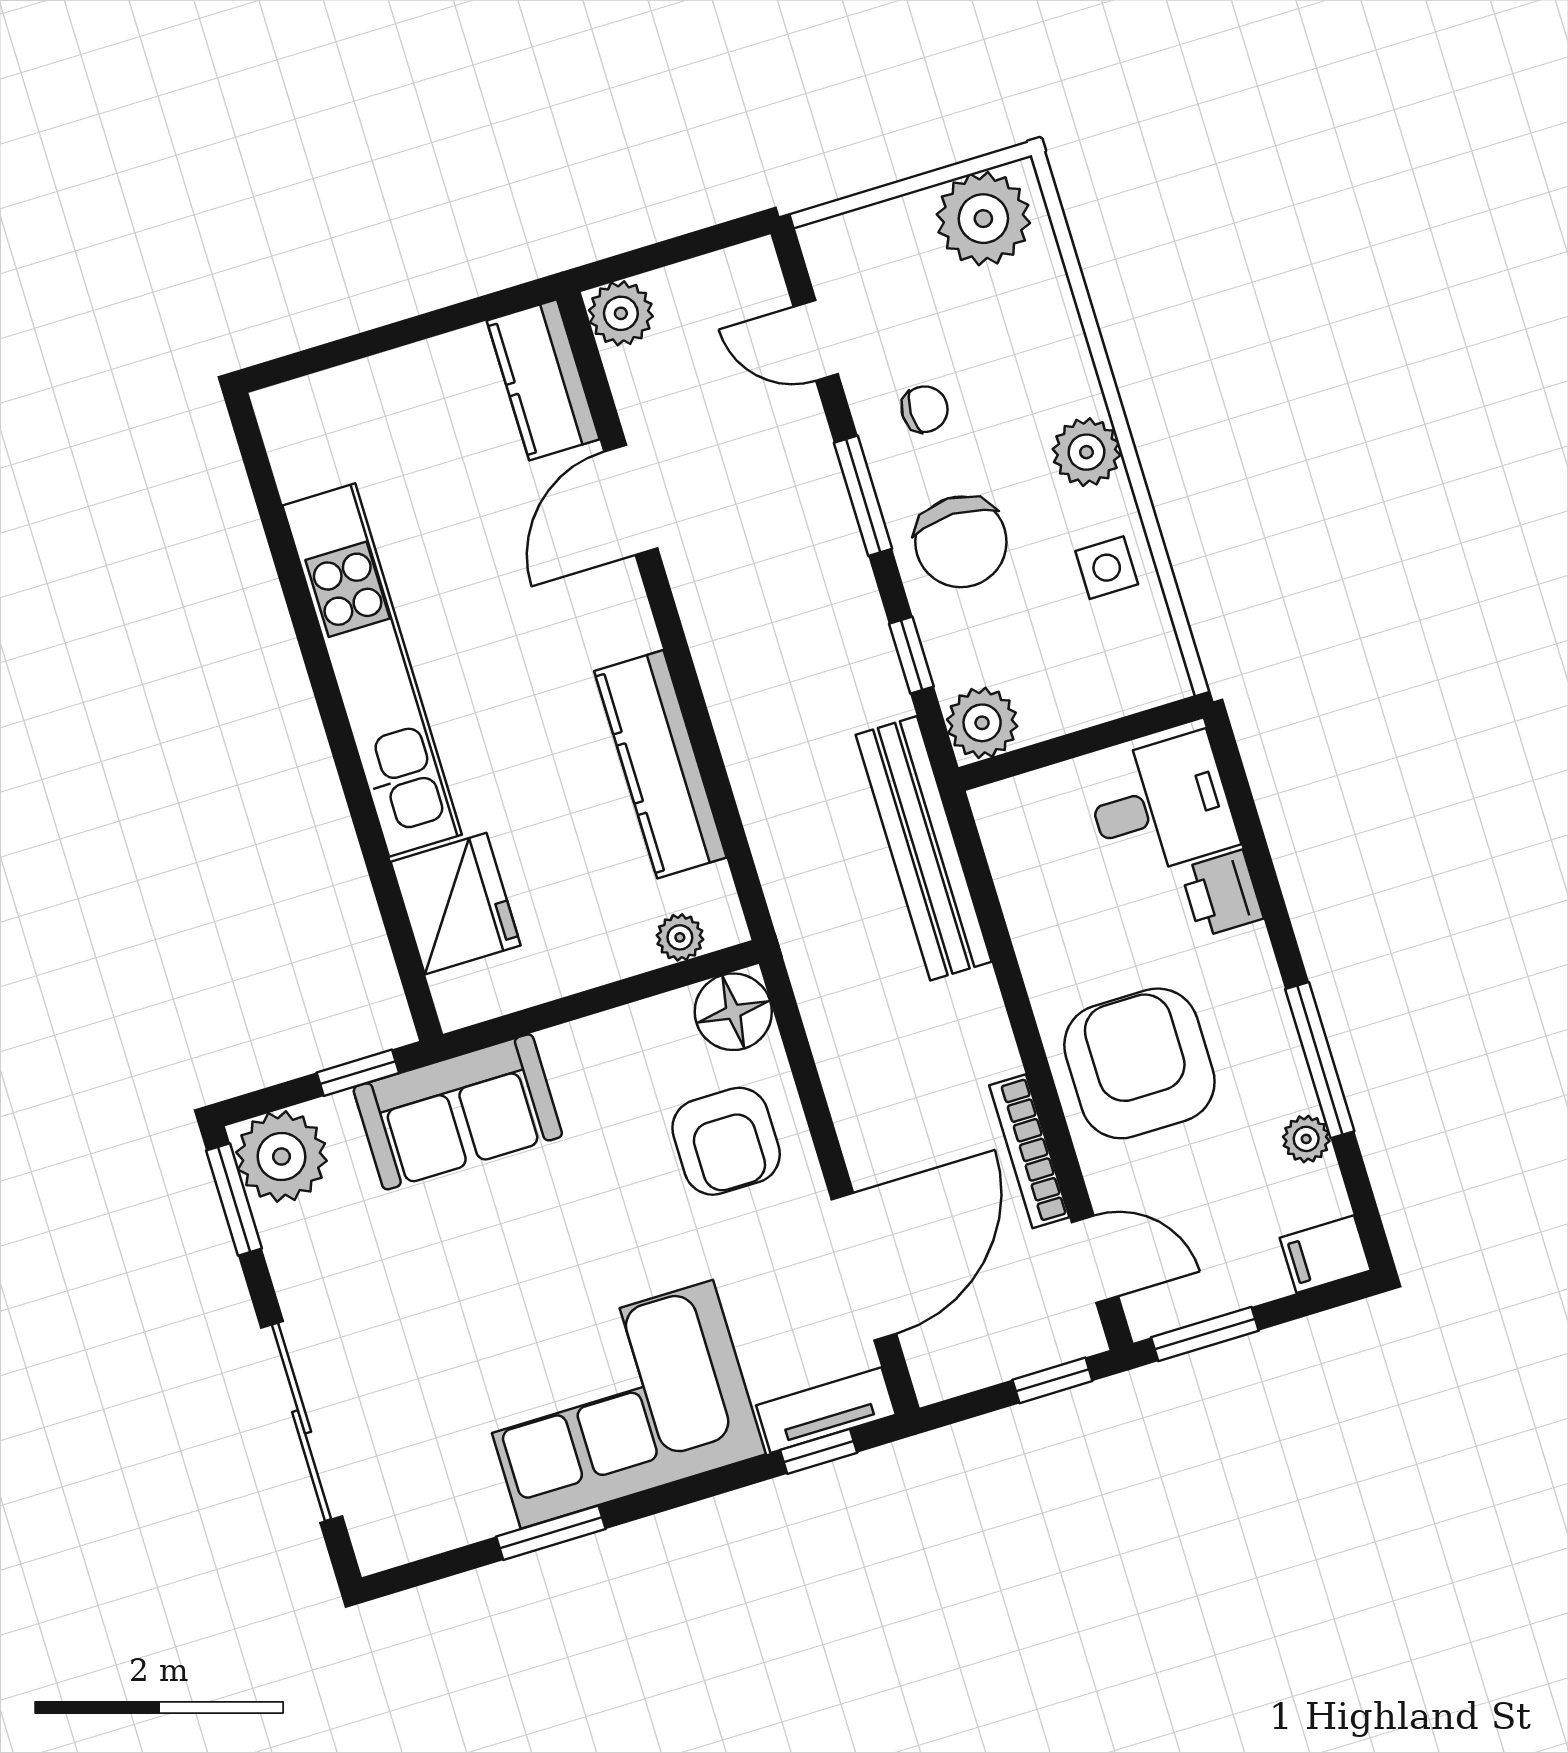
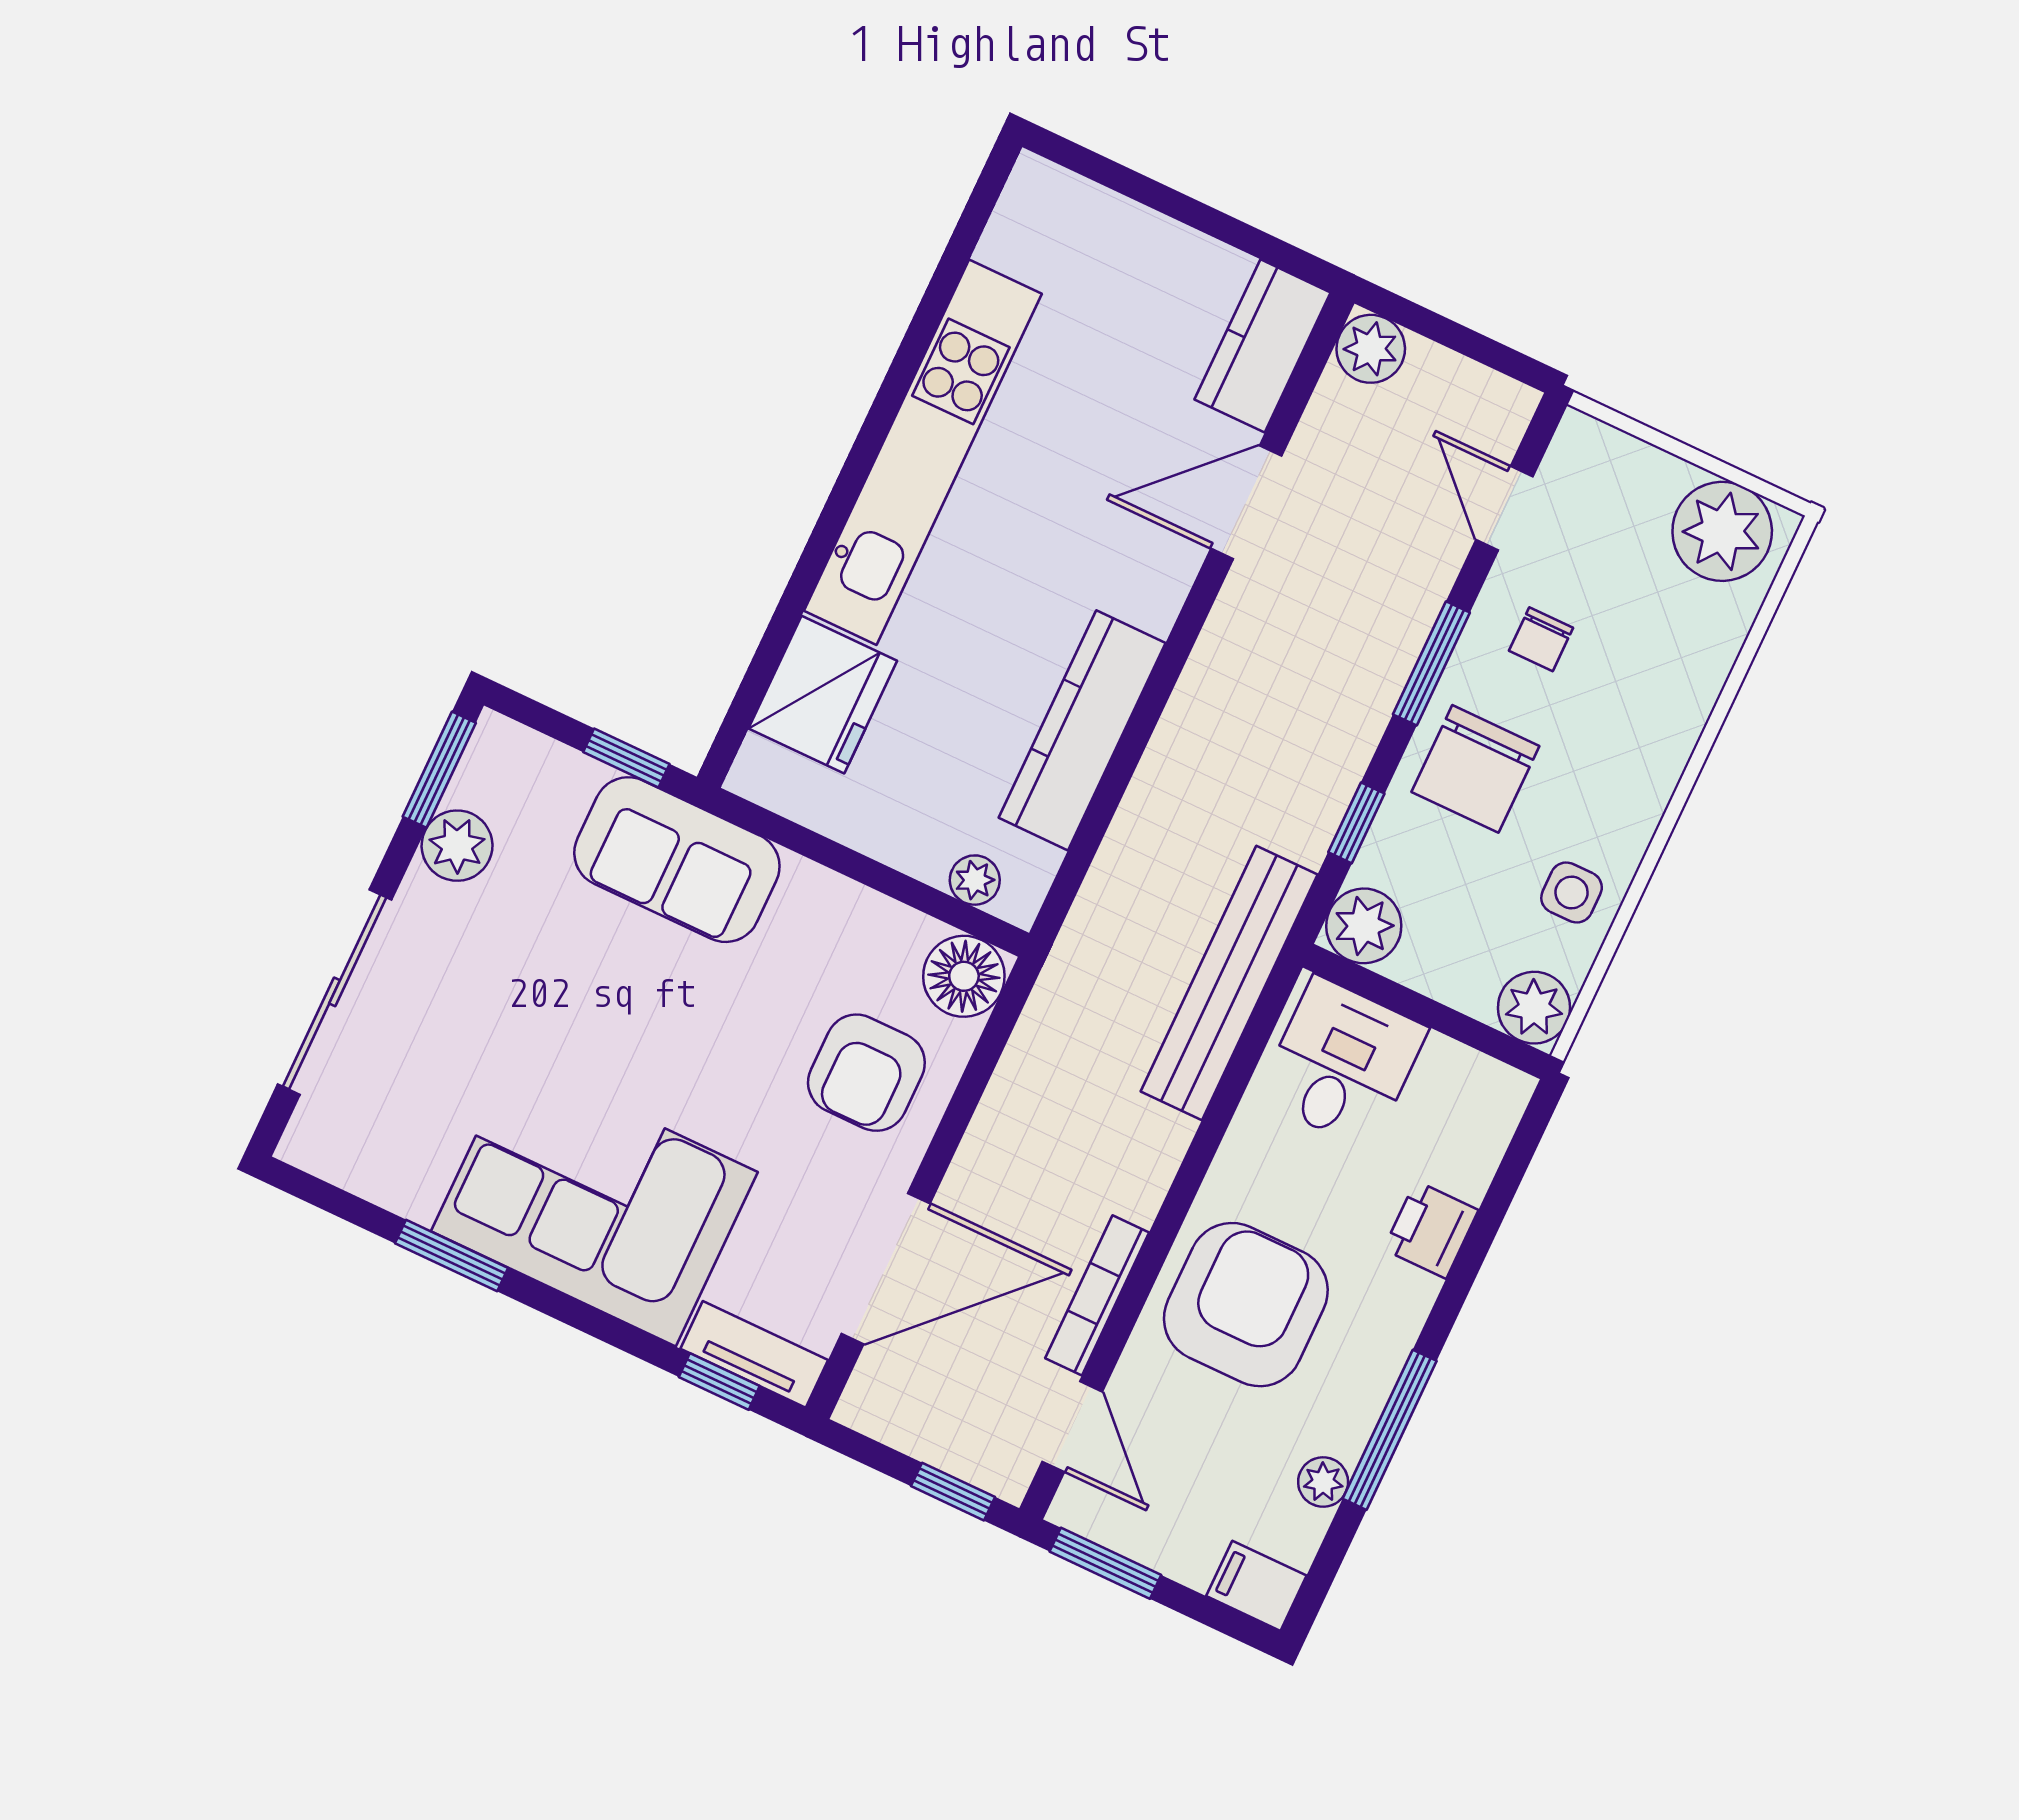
chair: (925, 409) -> (1541, 639), turned 90
plant: (1086, 452) -> (1534, 1008), moved
desk: (1161, 805) -> (1342, 1063), moved, turned -90
plant: (282, 1157) -> (457, 846), moved, width x0.73, depth x0.73

